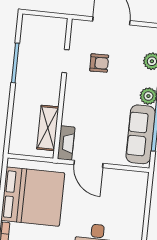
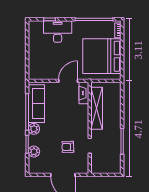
shelving: (48, 128) -> (97, 108), width x1.47
door: (88, 164) -> (68, 81), hinge flipped

